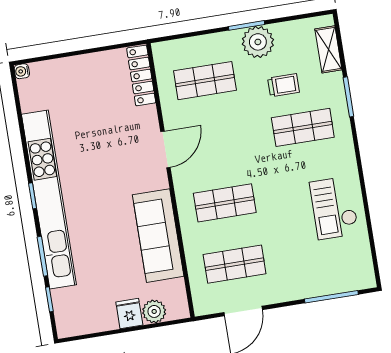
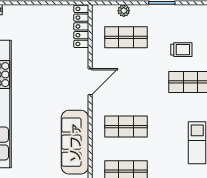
plant: (258, 42) -> (124, 11), moved, width x0.53, depth x0.53

